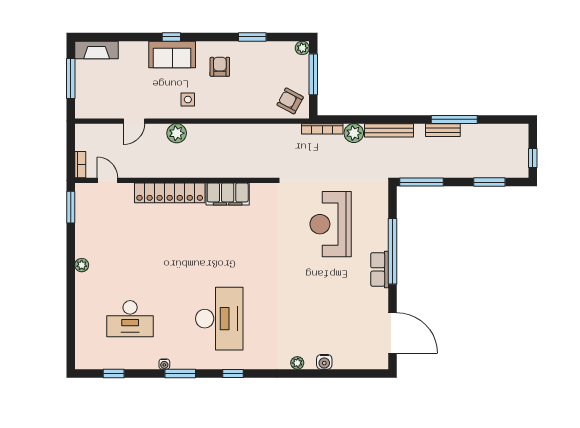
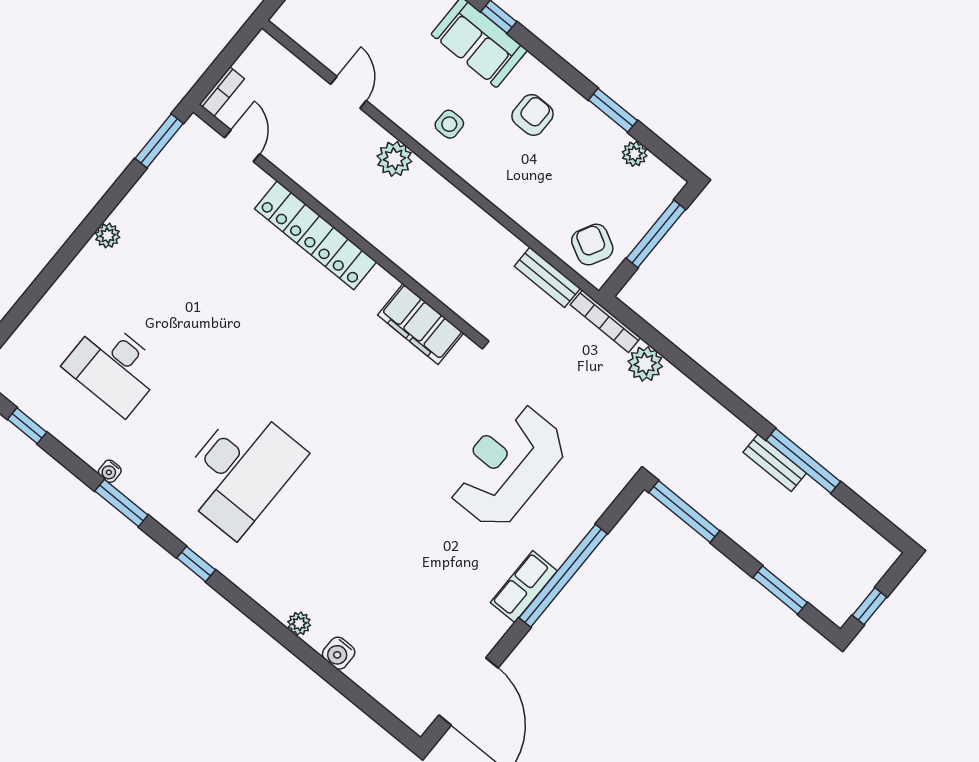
plant: (302, 48) -> (635, 154), moved
door: (134, 121) -> (348, 92), swing flipped
bench: (389, 130) -> (547, 277), moved, width x0.73
filing cabinet: (228, 194) -> (421, 324), moved

